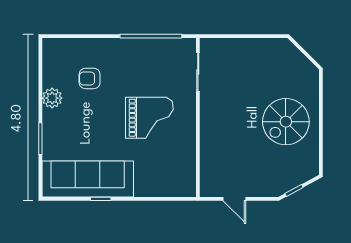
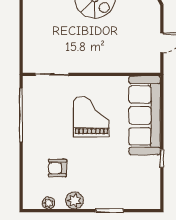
plant: (49, 68) -> (49, 203), added
armchair: (90, 78) -> (58, 168), turned 90
sofa: (88, 179) -> (145, 115), moved

